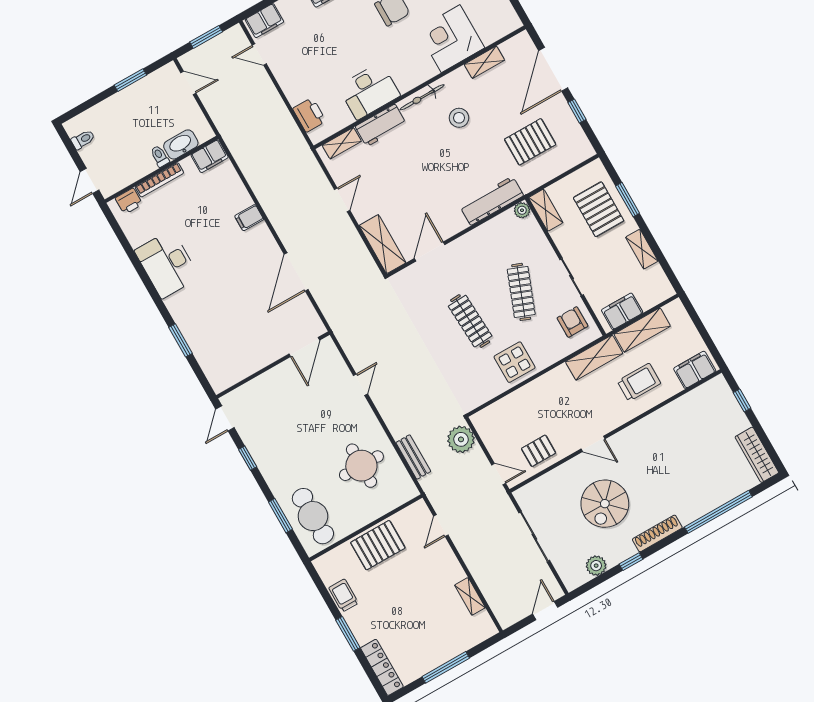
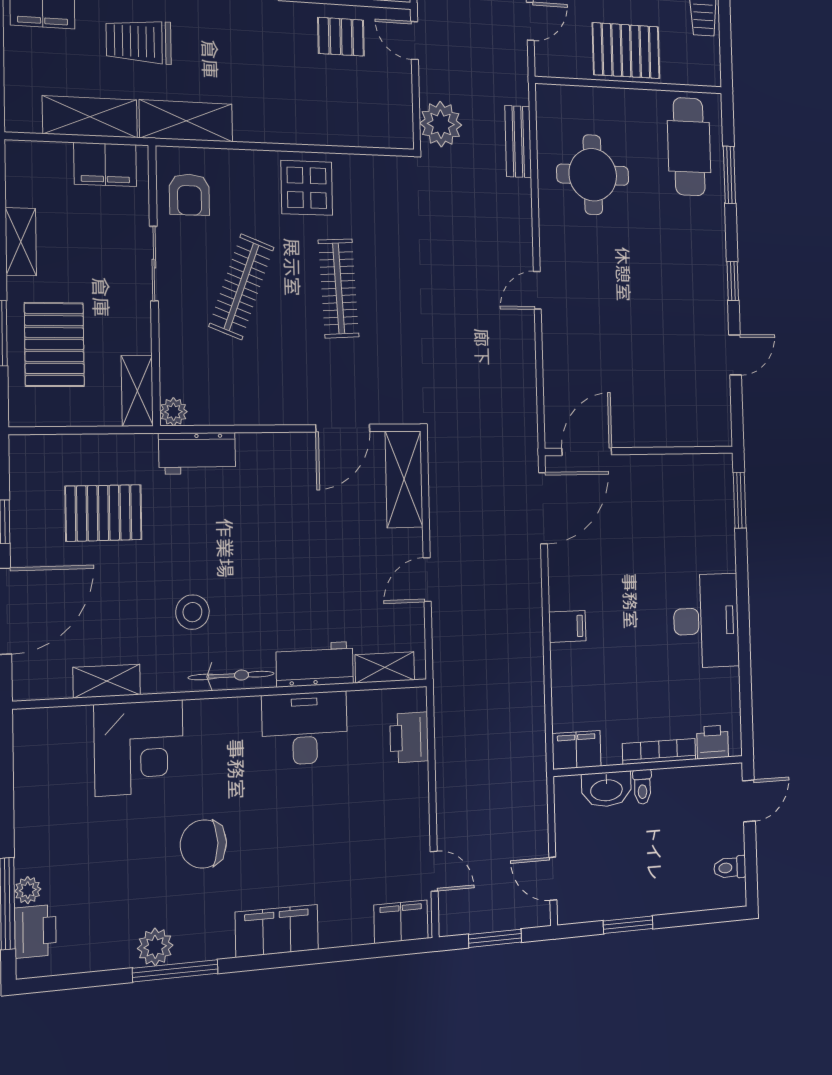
workbench: (492, 201) -> (197, 453), width x0.73
door: (304, 347) -> (587, 452), moved
wall: (273, 365) -> (640, 451), moved

